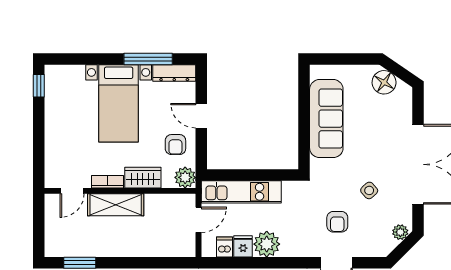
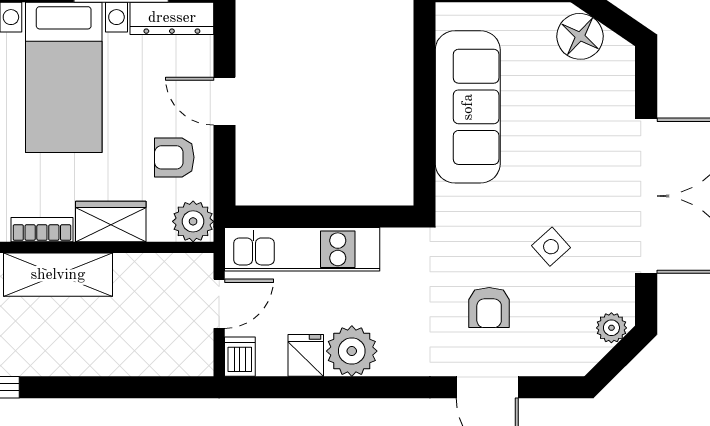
armchair: (175, 145) -> (174, 157), turned 90
dishwasher: (225, 247) -> (240, 357), moved

